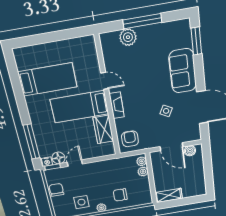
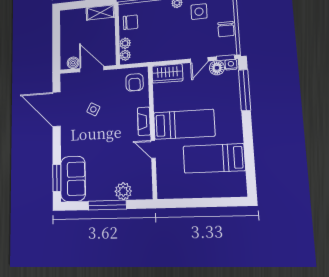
sofa: (183, 71) -> (73, 179), moved
wardrobe: (103, 130) -> (167, 73), moved, turned 90
chair: (120, 195) -> (130, 22), moved

